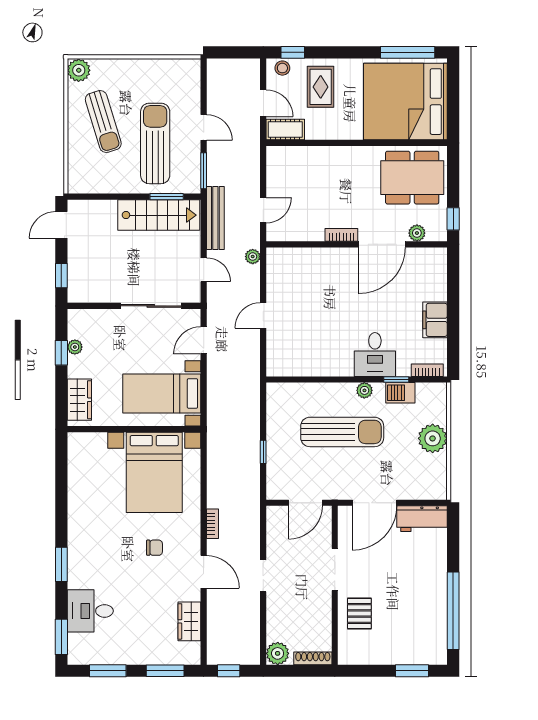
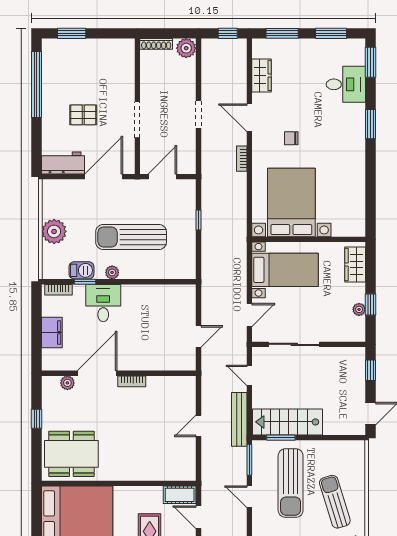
plant: (417, 233) -> (67, 383), moved
bookcase: (341, 235) -> (132, 381), moved
wall: (357, 244) -> (119, 373), moved
door: (382, 244) -> (97, 373), moved
plant: (253, 257) -> (207, 387), removed
pallet: (359, 613) -> (83, 115), moved, turned 90

